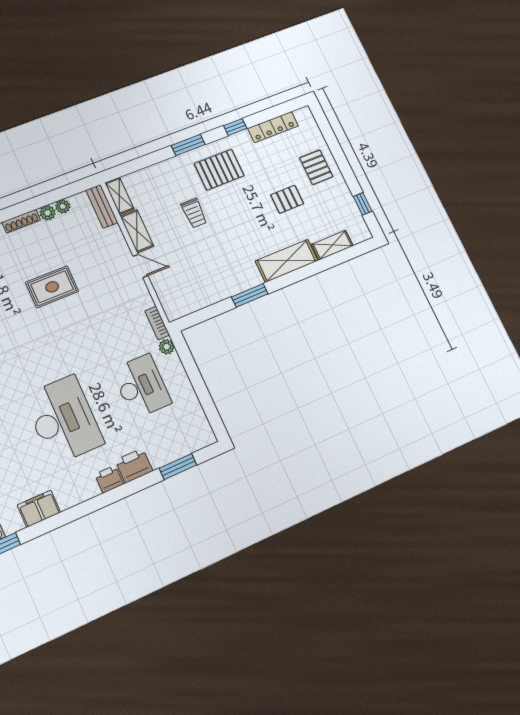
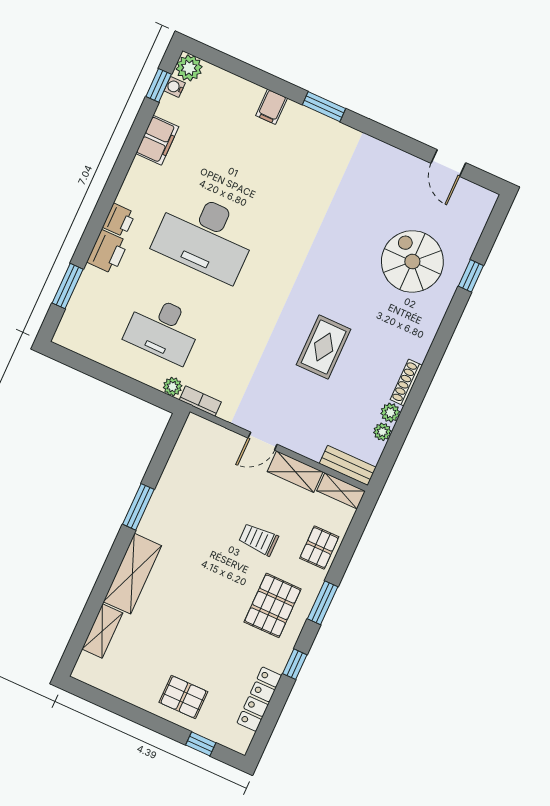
pallet: (287, 199) -> (319, 548), moved
window: (363, 204) -> (201, 744), moved

